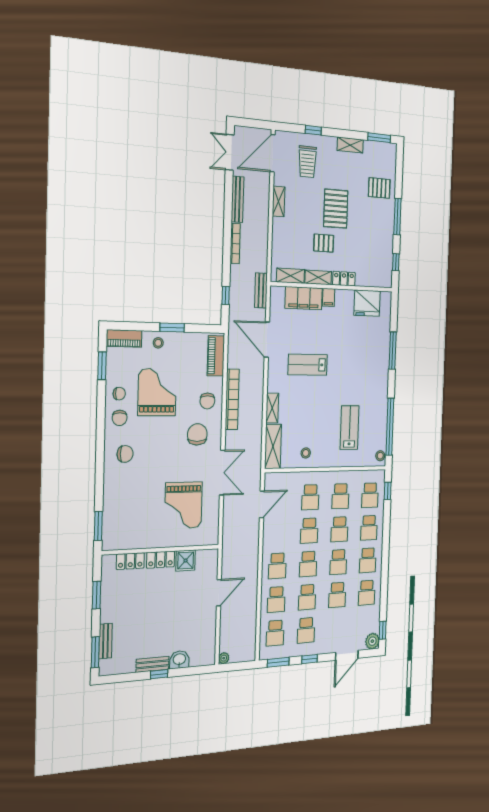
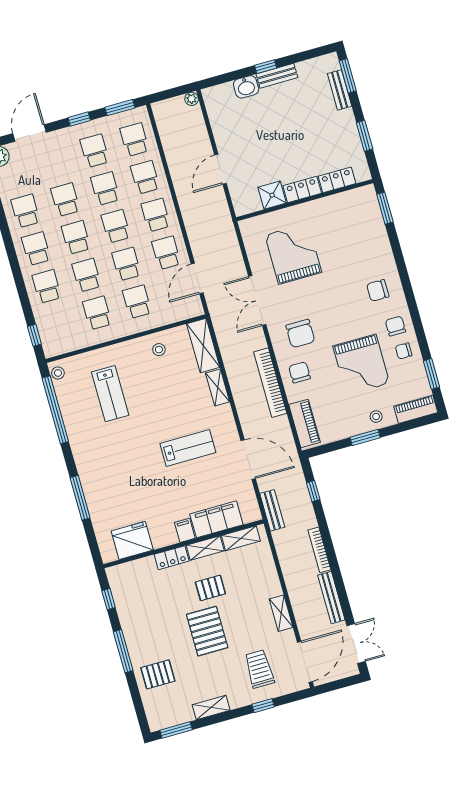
school desk: (370, 495) -> (166, 253), moved

